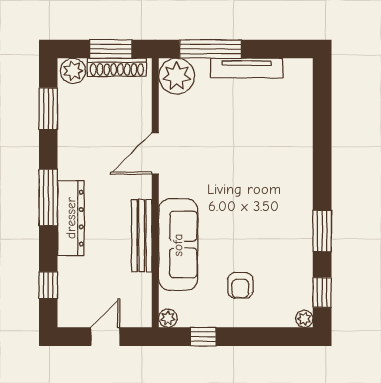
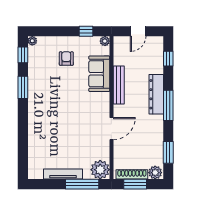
sofa: (178, 245) -> (99, 74), width x0.73

